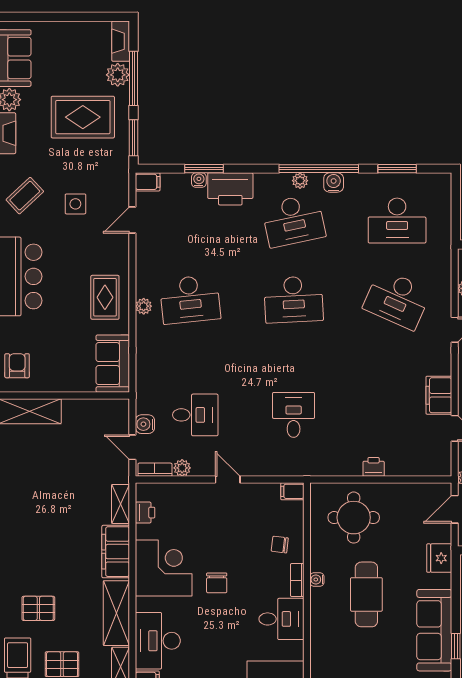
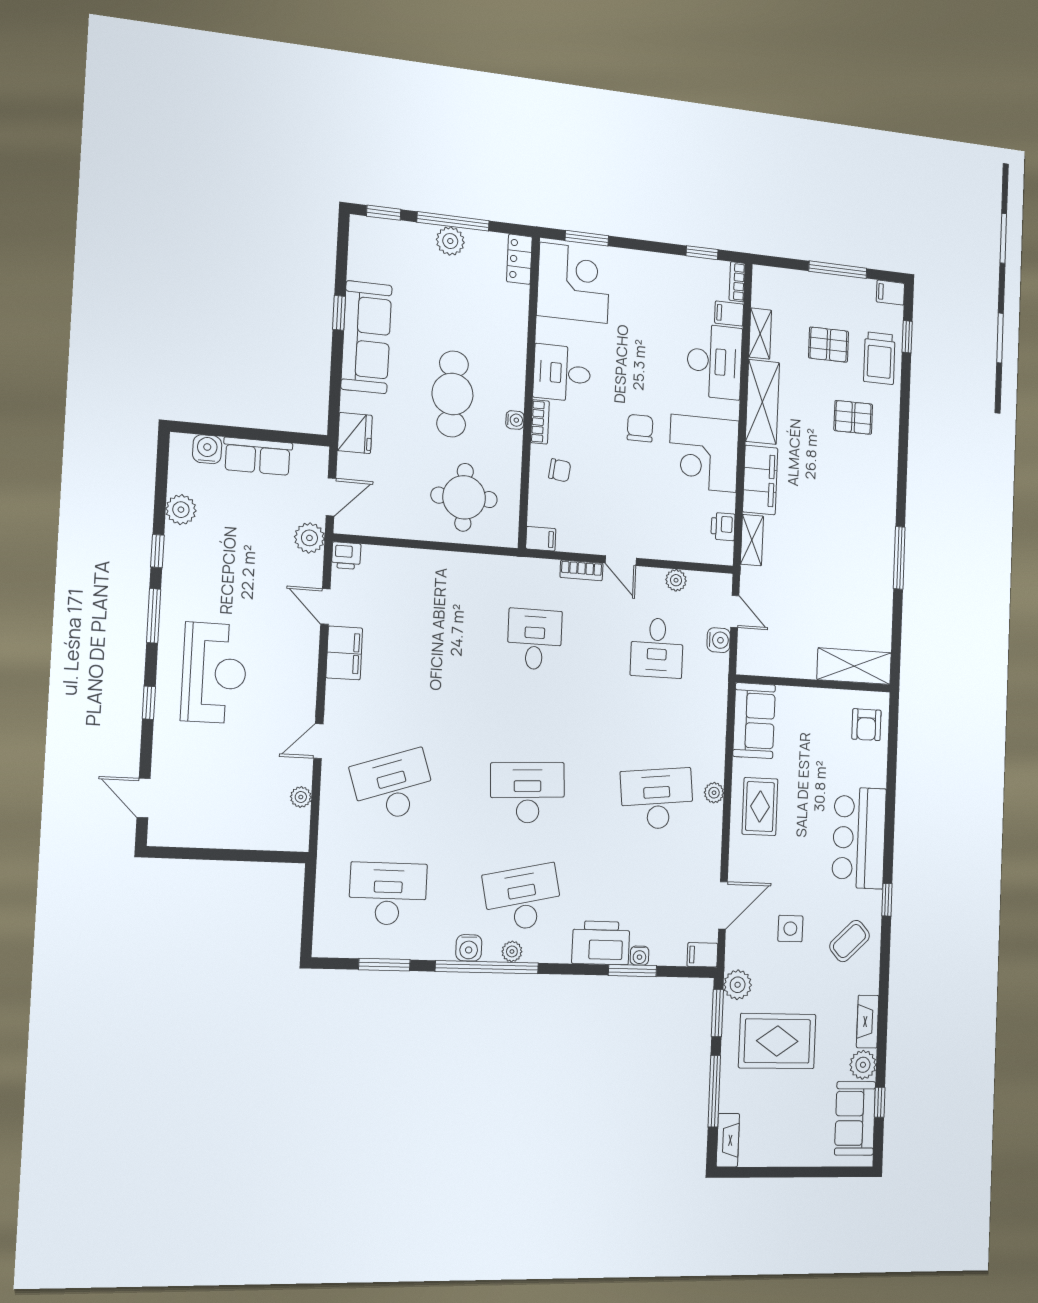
plant: (118, 75) -> (738, 985), moved
door: (132, 220) -> (723, 905), width x1.37
desk: (397, 299) -> (393, 786), turned -42
desk: (195, 415) -> (657, 648), turned -90
desk: (294, 415) -> (535, 639), turned 180
printer: (374, 467) -> (346, 556), moved
bookcase: (155, 470) -> (581, 570), moved

